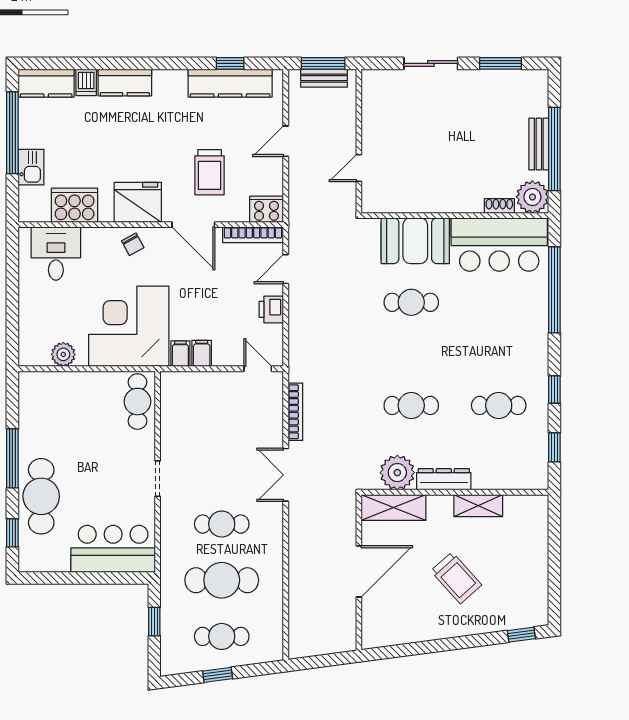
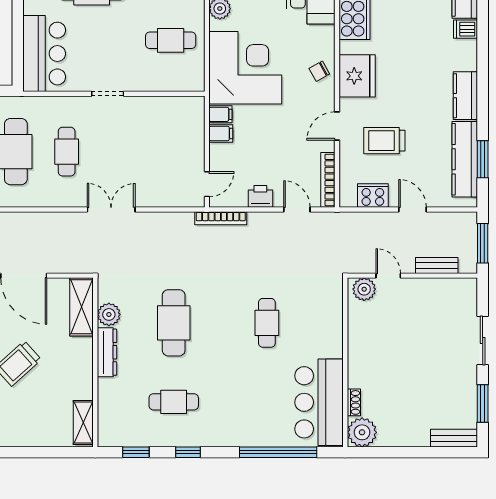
window: (230, 63) -> (483, 159), width x1.50
bench: (324, 78) -> (437, 265), moved, turned 90
kitchen counter: (125, 82) -> (465, 96), moved
bench: (539, 144) -> (454, 438), moved
window: (554, 149) -> (405, 452), removed
plant: (374, 195) -> (364, 289), added
cooker: (266, 209) -> (373, 196), moved, turned -90
door: (193, 225) -> (337, 126), width x0.73
booth: (415, 241) -> (323, 326), removed
cafe table: (137, 402) -> (171, 40), moved
cafe table: (411, 405) -> (174, 323), width x1.37, depth x1.35
cafe table: (499, 405) -> (174, 402), turned 90
bookcase: (295, 412) -> (221, 218), moved
plant: (397, 473) -> (109, 314), width x0.73, depth x0.73
shelving: (478, 506) -> (83, 422), moved

